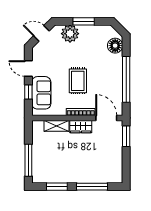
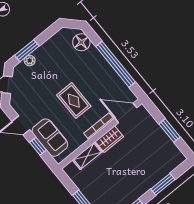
window: (84, 21) -> (27, 51), moved
plant: (70, 34) -> (30, 61), width x0.53, depth x0.53
window: (126, 136) -> (170, 130), moved
window: (92, 187) -> (163, 184), width x0.69

